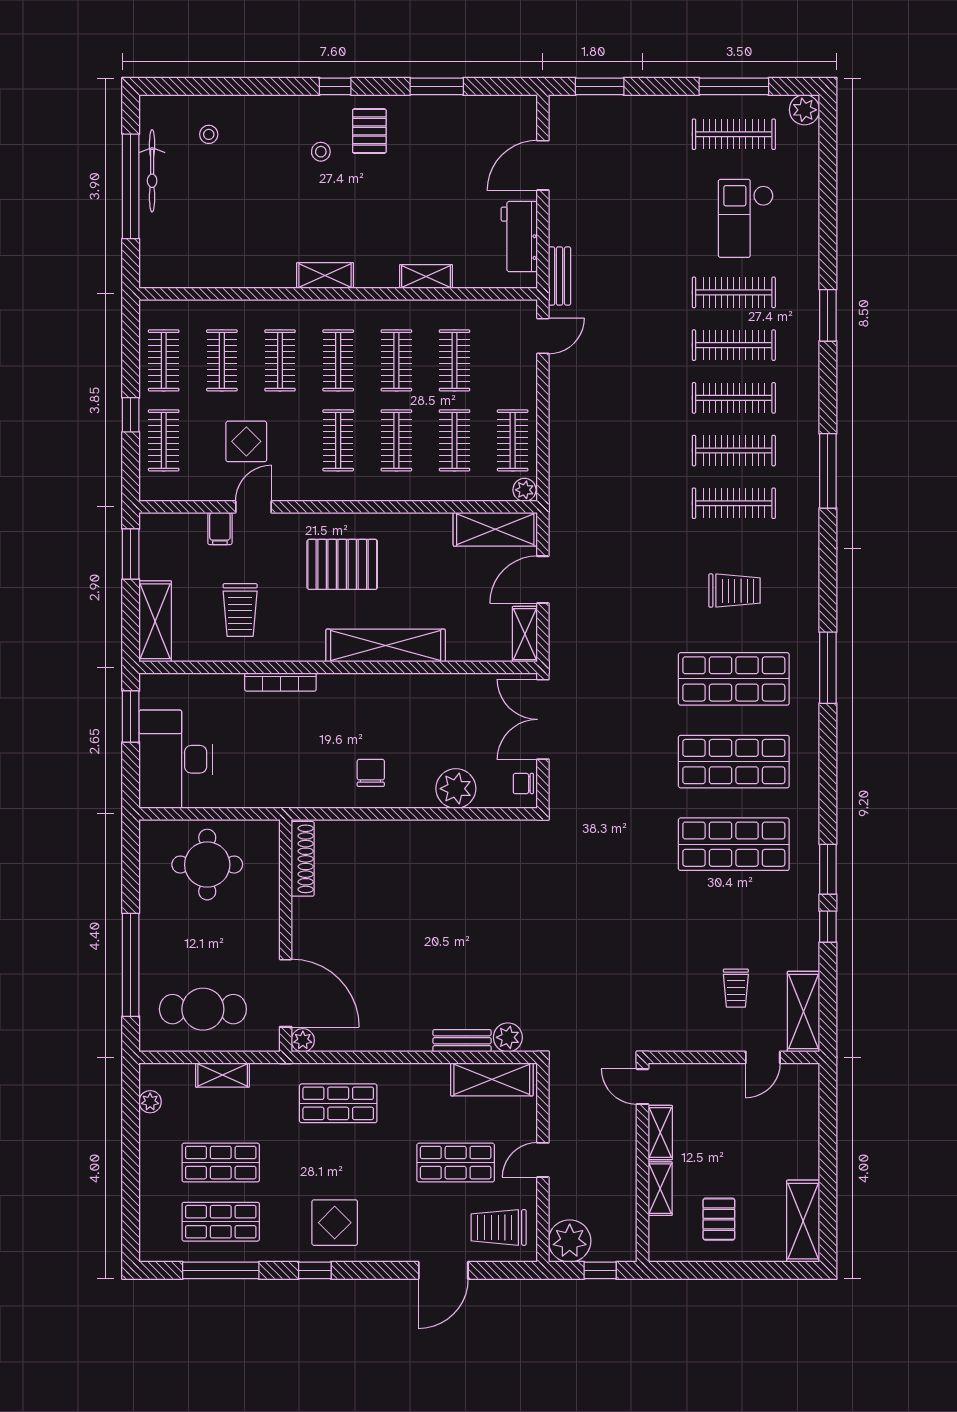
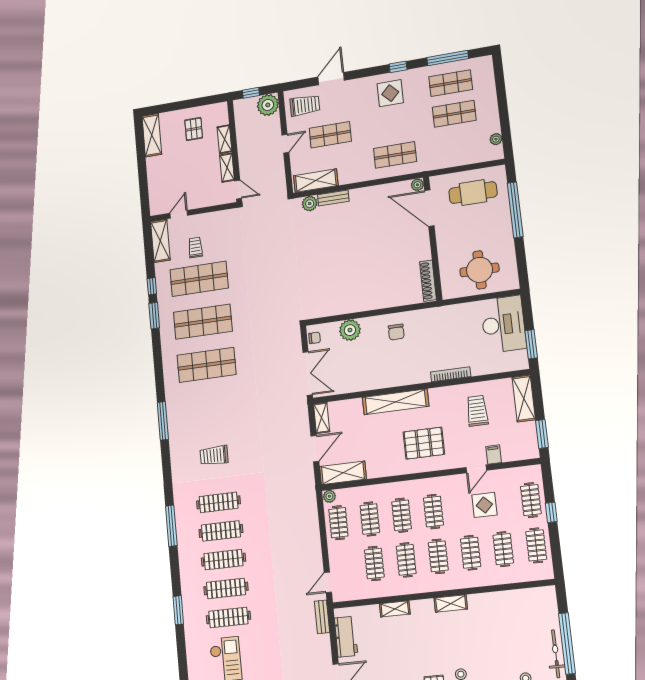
shop shelf: (734, 679) -> (199, 279), moved
shelving: (223, 1075) -> (458, 160), removed

